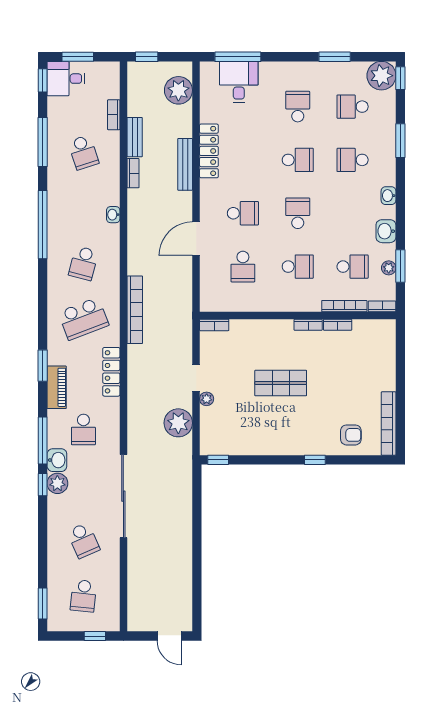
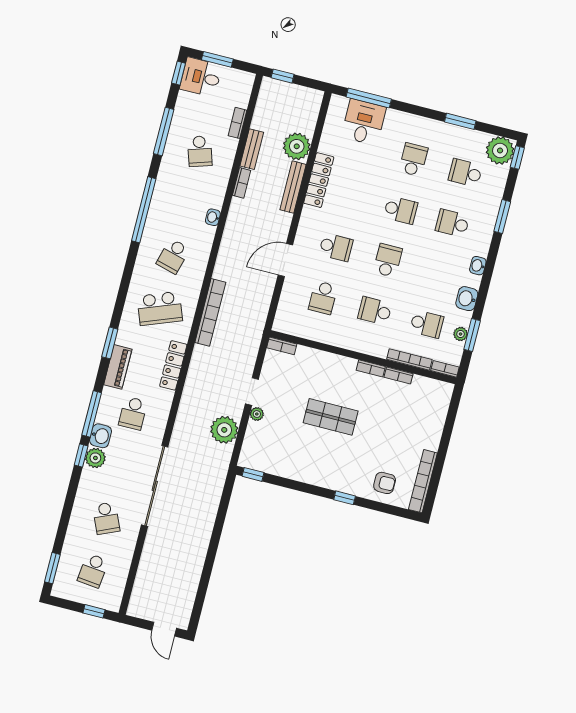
plant: (178, 90) -> (297, 146), moved
school desk: (298, 267) -> (375, 311), turned 180

